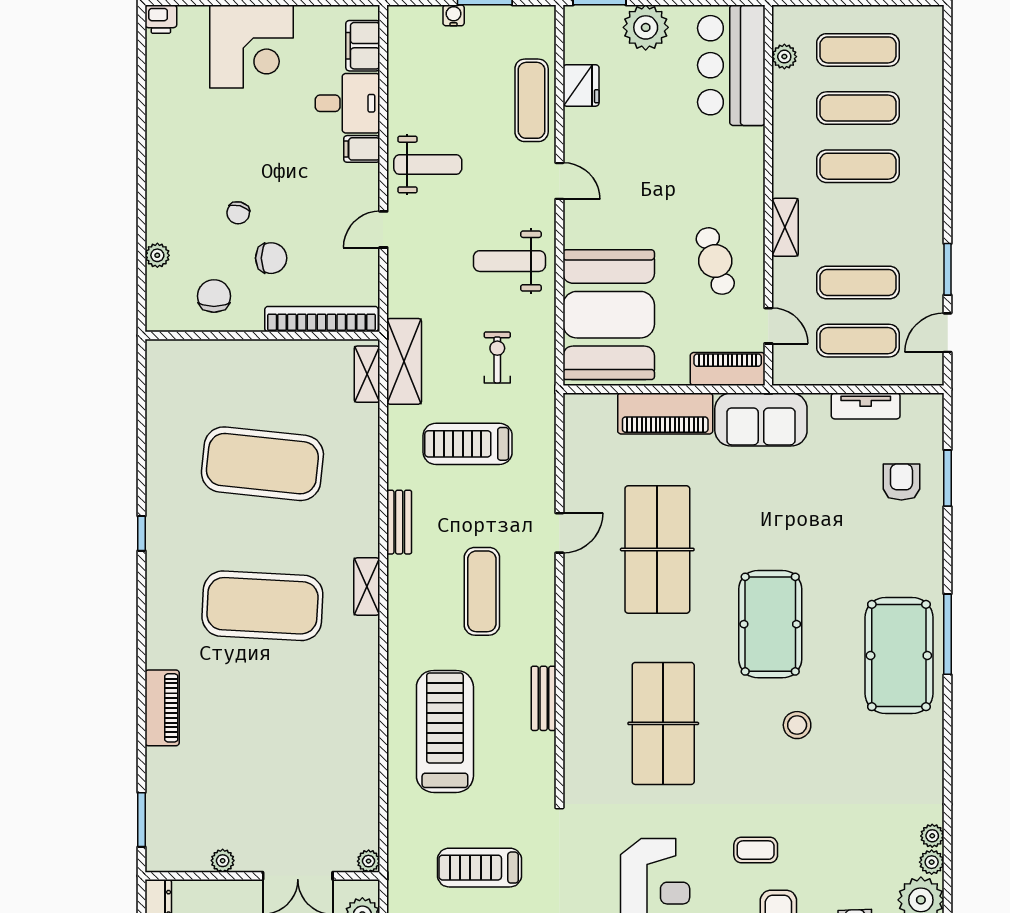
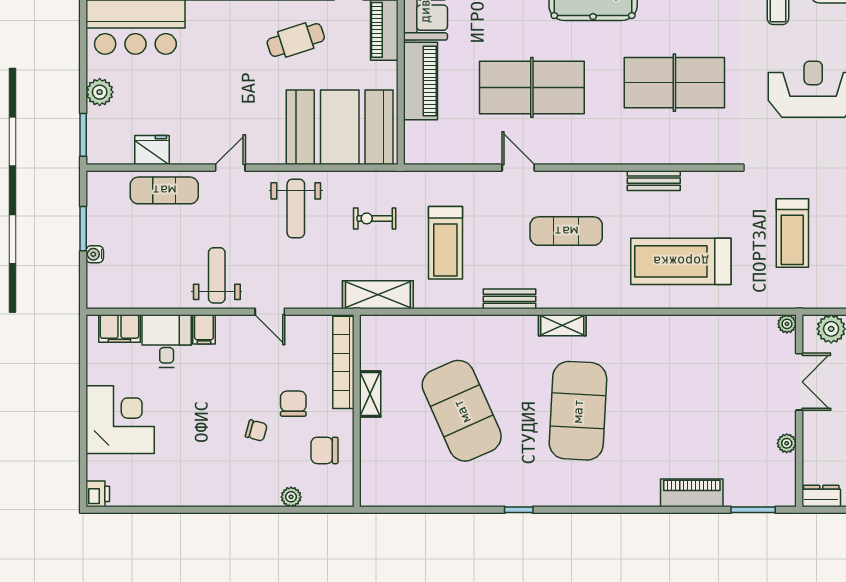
plant: (646, 27) -> (100, 92), width x0.73, depth x0.73
shelving: (367, 374) -> (370, 394), moved, turned 90
exercise mat: (262, 464) -> (462, 411), turned -30
piano: (162, 708) -> (692, 493), moved

